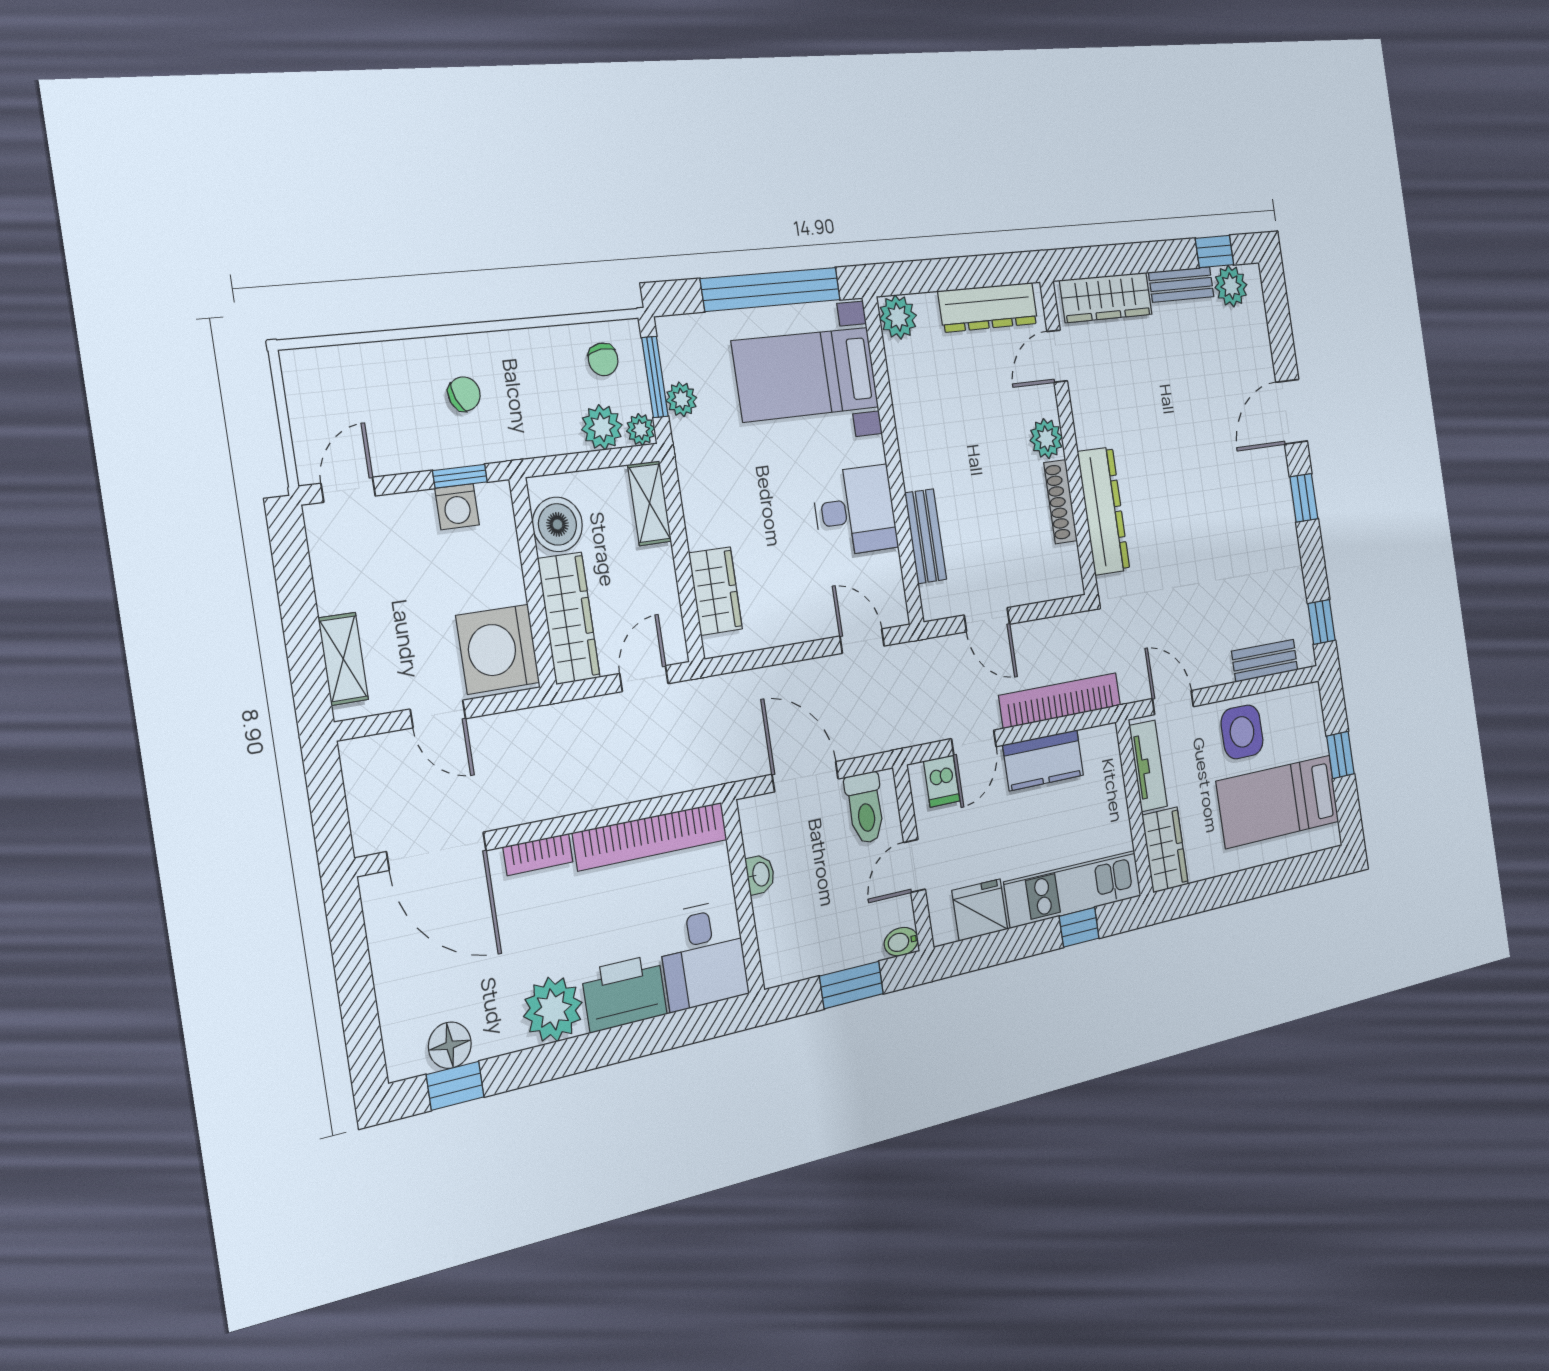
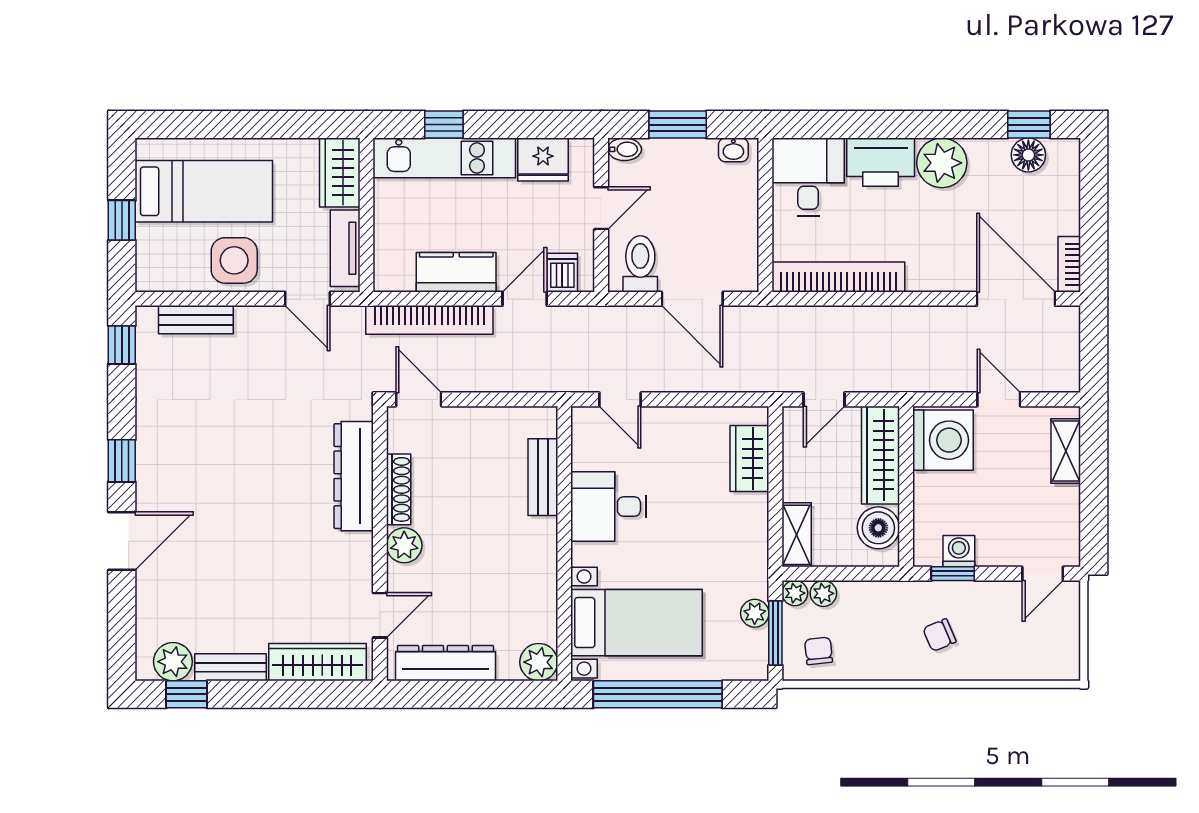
plant: (602, 427) -> (823, 593), width x0.73, depth x0.73
door: (987, 620) -> (419, 399), moved
bookcase: (538, 854) -> (1069, 264), moved, turned -90
washbasin: (760, 874) -> (733, 150), moved, turned -90

